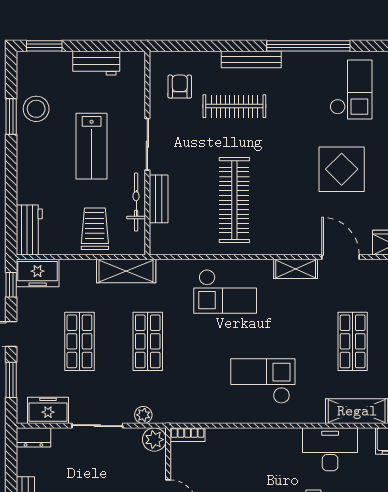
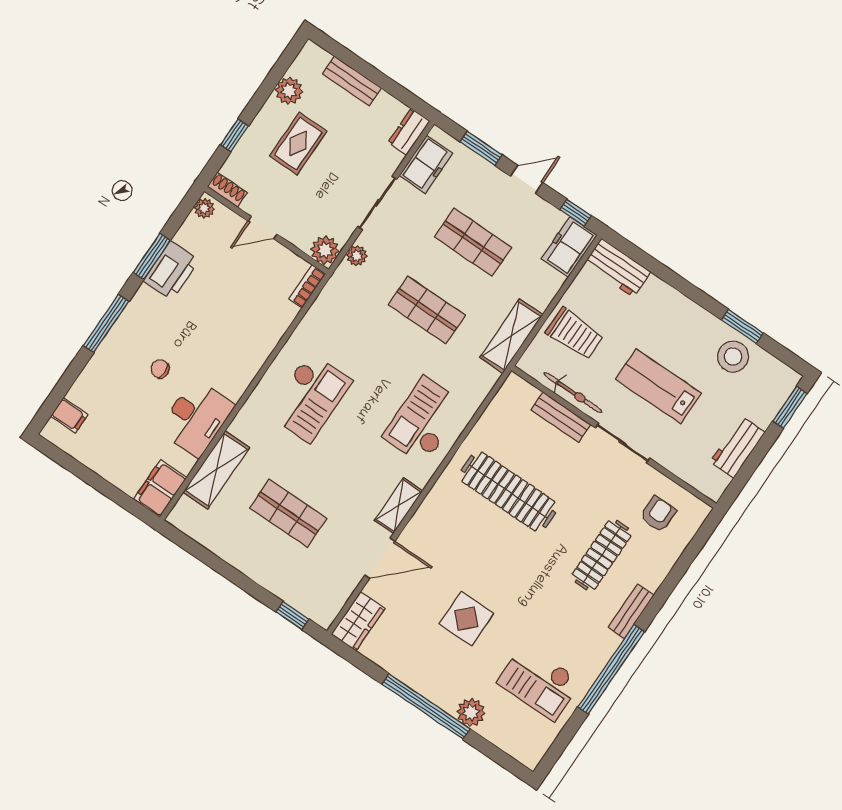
bench: (251, 59) -> (631, 611), width x0.73
armchair: (180, 87) -> (658, 514), turned -90
display table: (342, 169) -> (466, 619), width x0.73, depth x0.73

